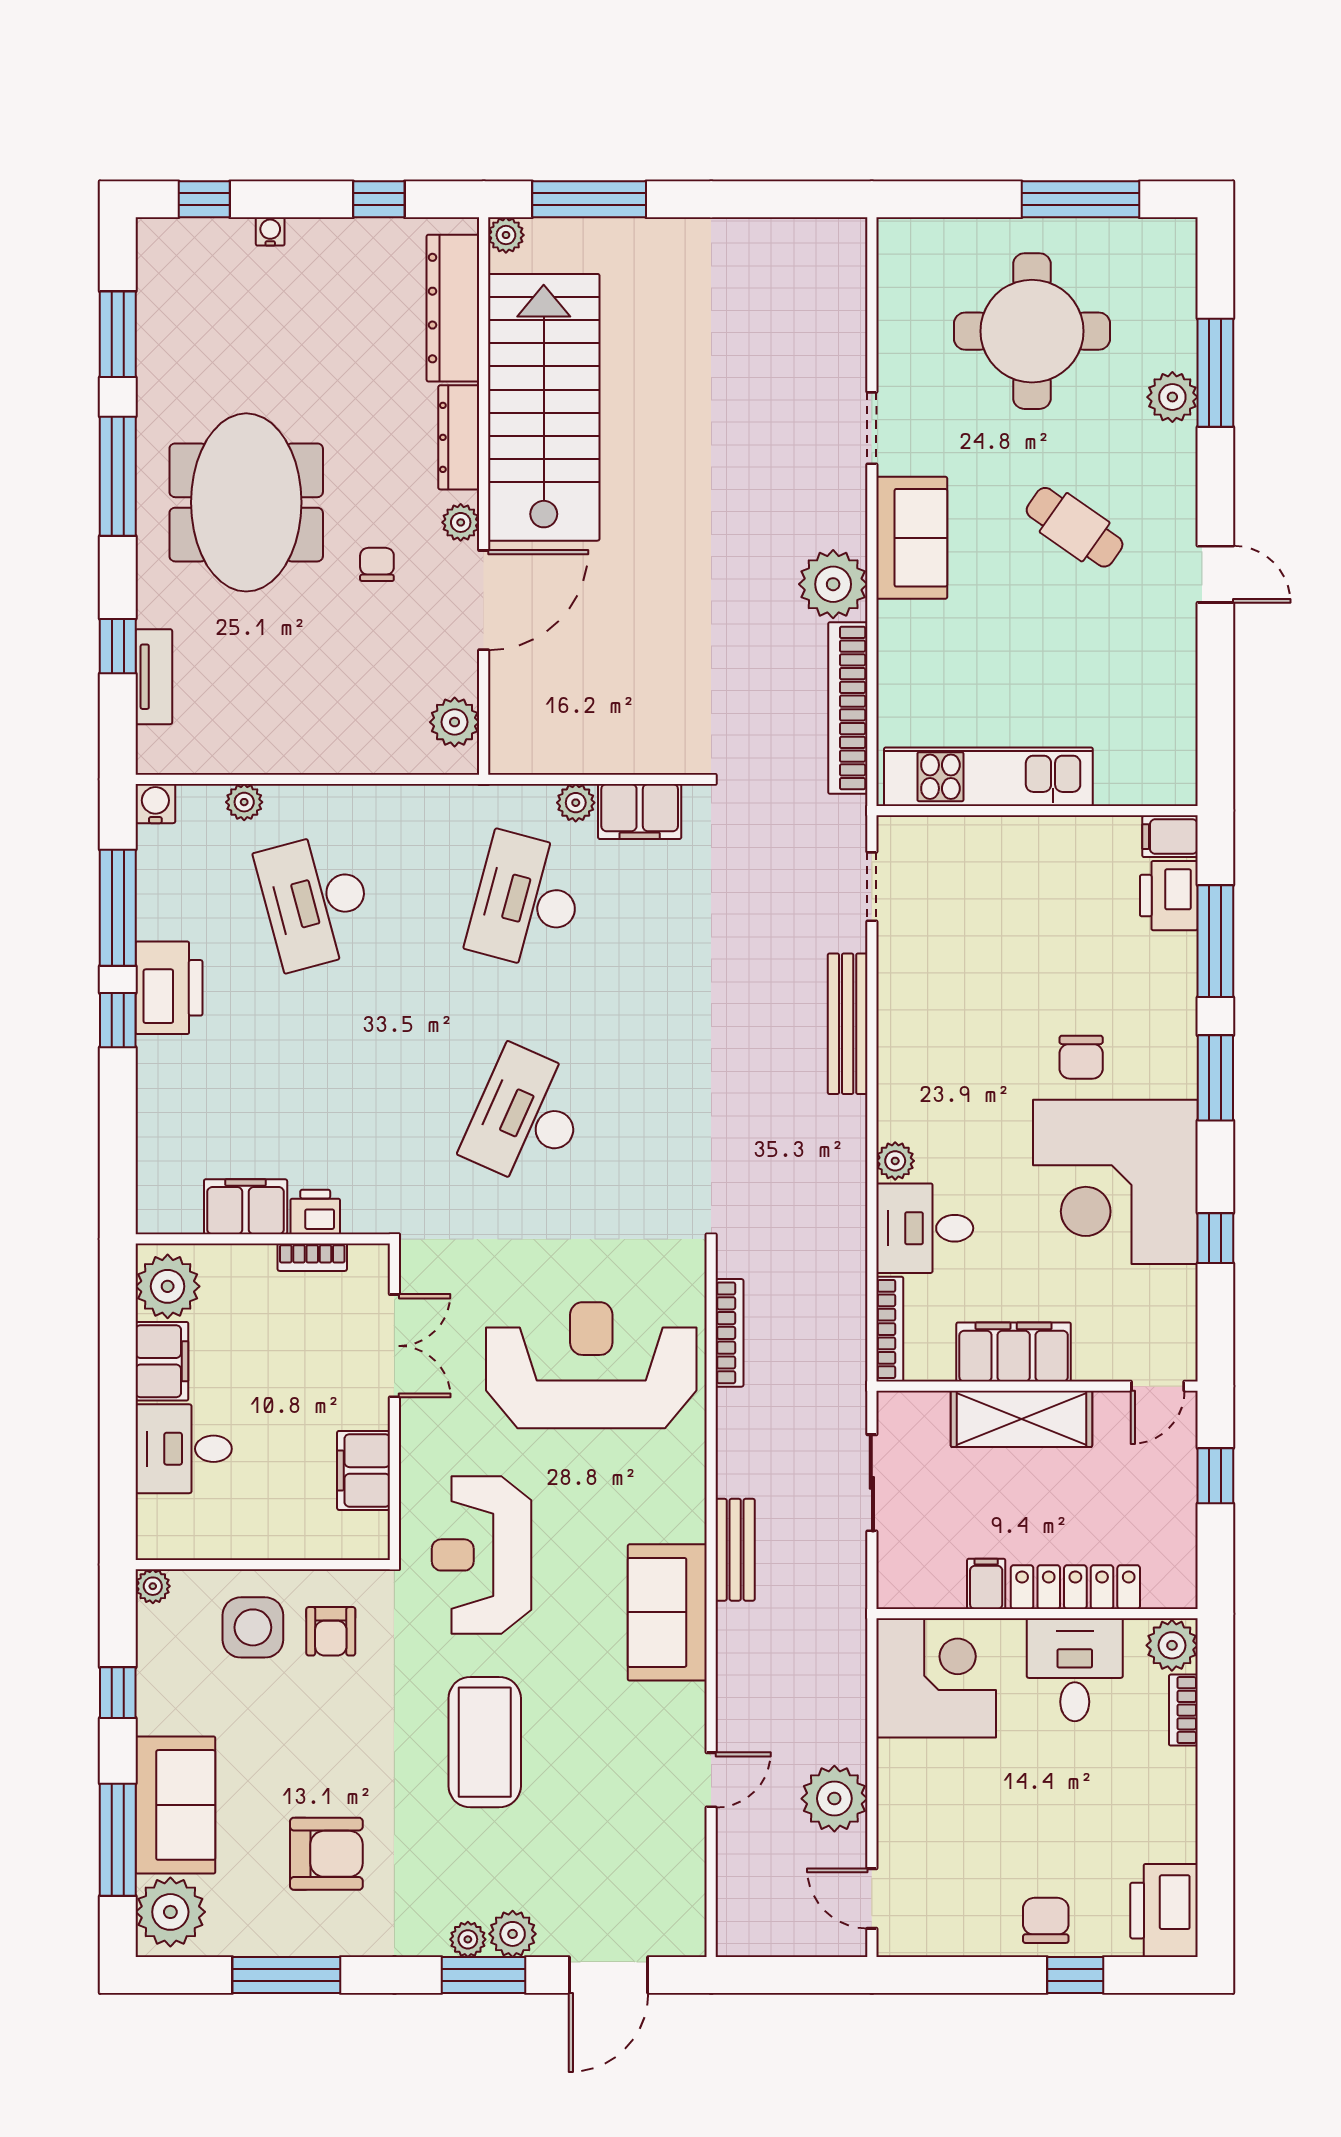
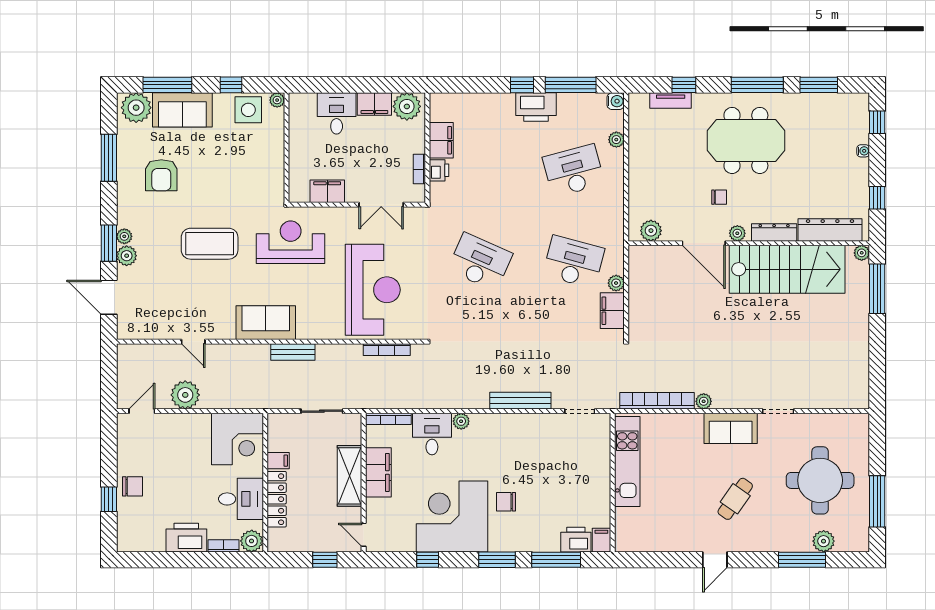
plant: (1172, 397) -> (824, 541), moved
plant: (833, 584) -> (704, 401), width x0.53, depth x0.53
side table: (253, 1627) -> (248, 110), moved
armchair: (331, 1631) -> (258, 177), removed
printer: (1164, 1911) -> (186, 538), moved

